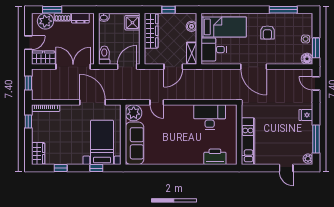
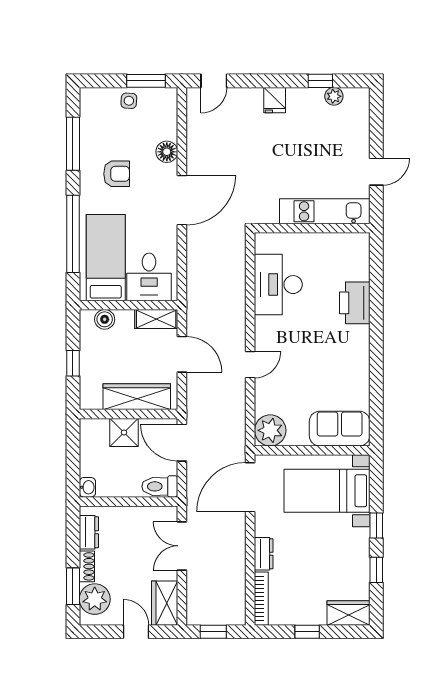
window: (236, 10) -> (73, 234), added
shower: (132, 23) -> (124, 432), moved
wardrobe: (151, 31) -> (137, 397), moved
floor lamp: (307, 59) -> (167, 152), moved
double door: (73, 67) -> (182, 546), width x0.73
door: (93, 102) -> (250, 487), moved
door: (157, 102) -> (250, 365), moved
dresser: (69, 109) -> (264, 554), added
window: (28, 122) -> (307, 632), moved
window: (316, 139) -> (320, 81), width x0.46
sofa: (134, 143) -> (340, 429), width x0.73
printer: (215, 157) -> (355, 303), moved
plant: (308, 159) -> (334, 96), moved
window: (96, 168) -> (376, 526), moved
door: (286, 168) -> (376, 172), moved

